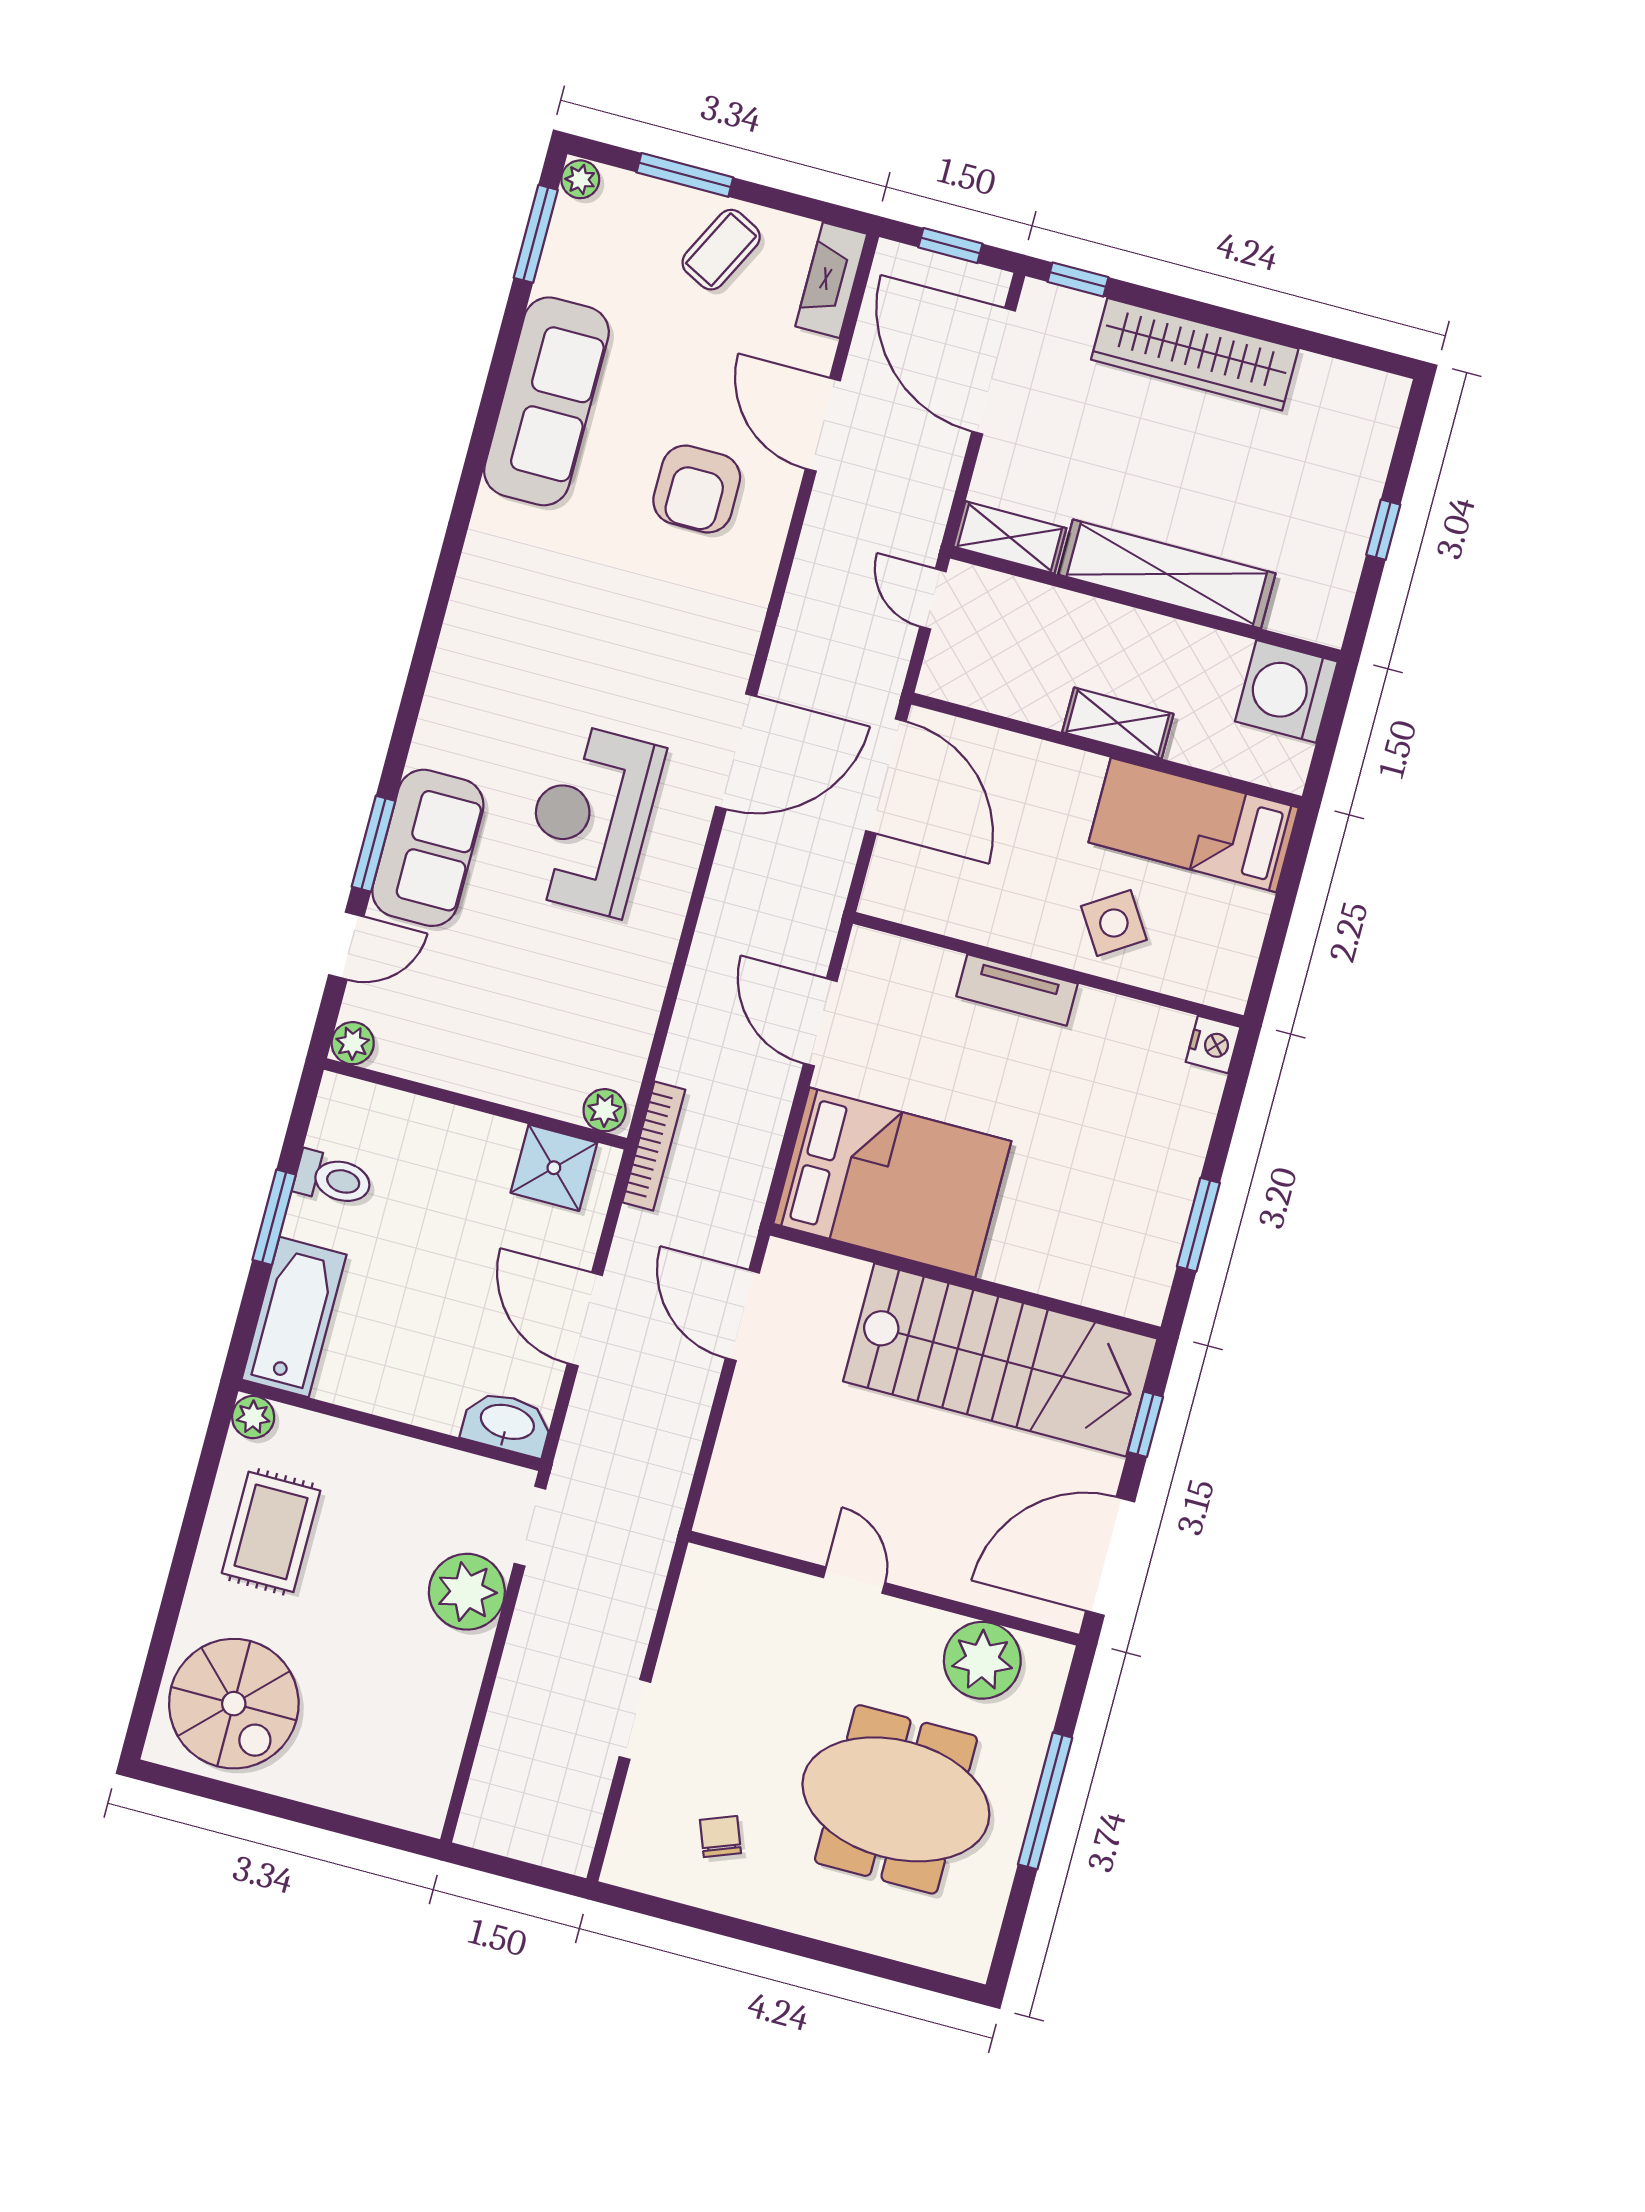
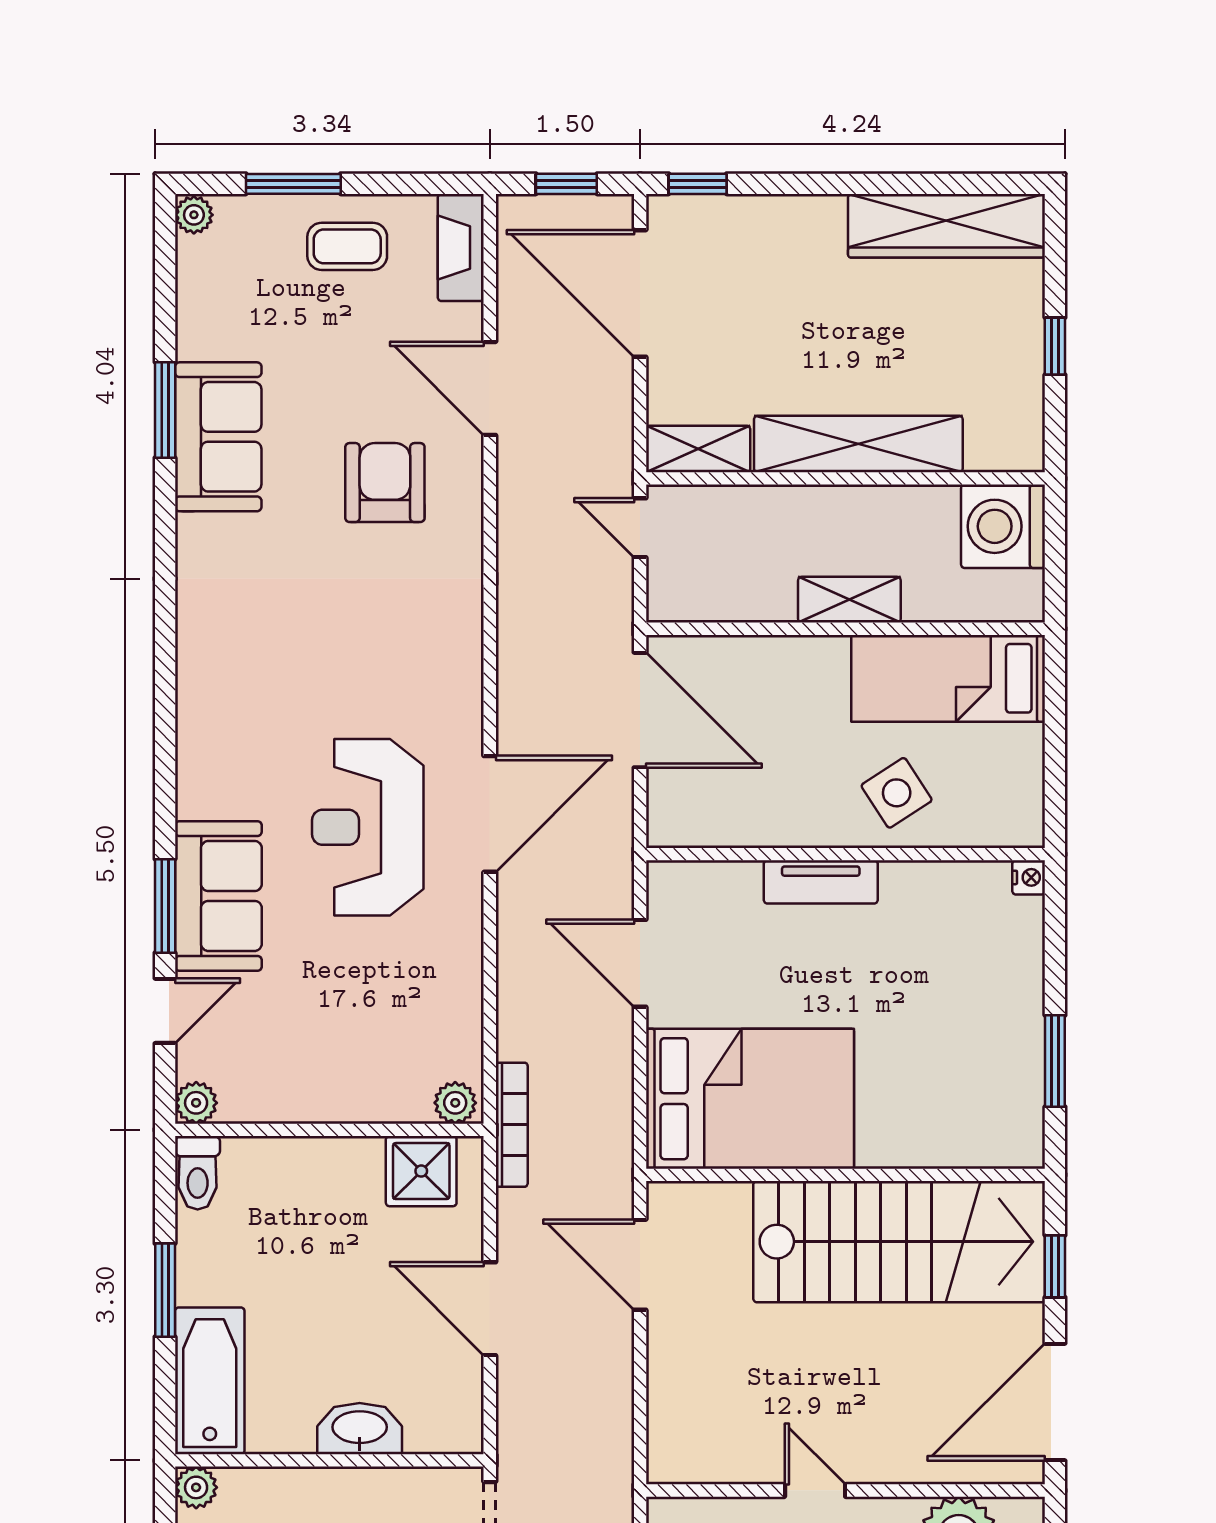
window: (536, 234) -> (165, 410), moved
coffee table: (721, 250) -> (347, 246), turned 63
wardrobe: (1195, 354) -> (946, 226), moved
sofa: (546, 401) -> (218, 437), width x0.73
armchair: (697, 489) -> (385, 483), turned 180
door: (736, 751) -> (490, 814), moved
nightstand: (1213, 1044) -> (1029, 877), width x0.72, depth x0.74
toilet: (333, 1179) -> (198, 1173), moved, turned 90
washbasin: (507, 1423) -> (360, 1429), moved

